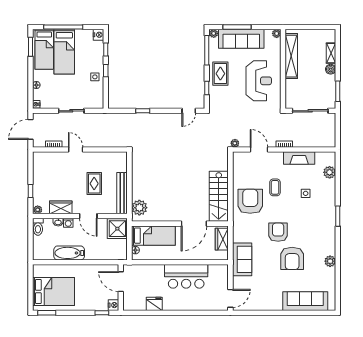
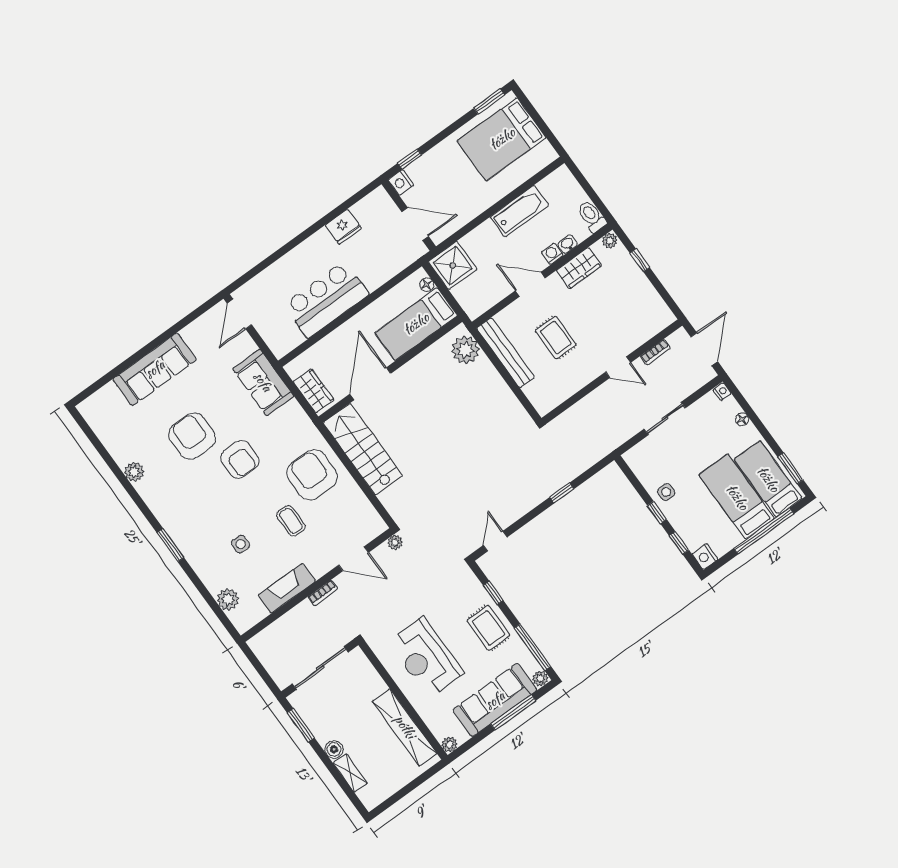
armchair: (250, 201) -> (312, 475), turned 180
shower: (117, 229) -> (453, 265), moved
sofa: (305, 301) -> (155, 369), moved

